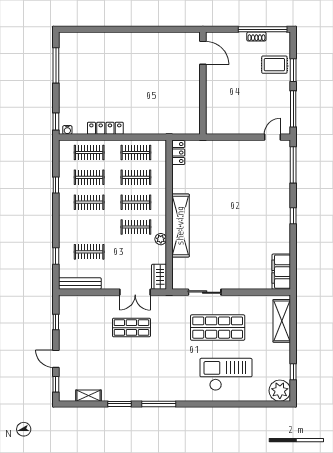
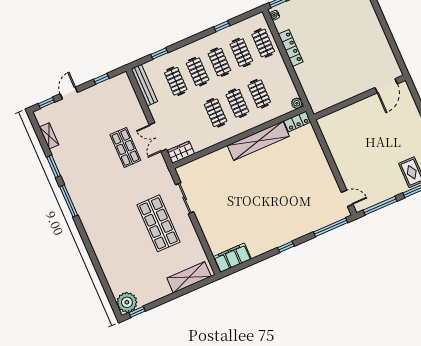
door: (203, 53) -> (386, 86), moved
wall: (203, 83) -> (360, 97), moved
clothes rail: (136, 152) -> (198, 72), moved
shelving: (180, 226) -> (258, 141), moved
plant: (161, 239) -> (297, 103), moved
window: (293, 372) -> (137, 312), moved
checkout: (226, 374) -> (120, 249), removed

